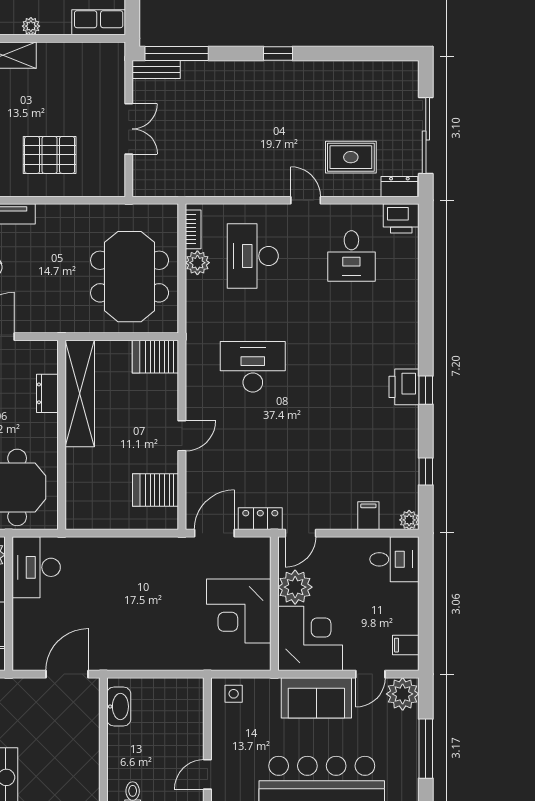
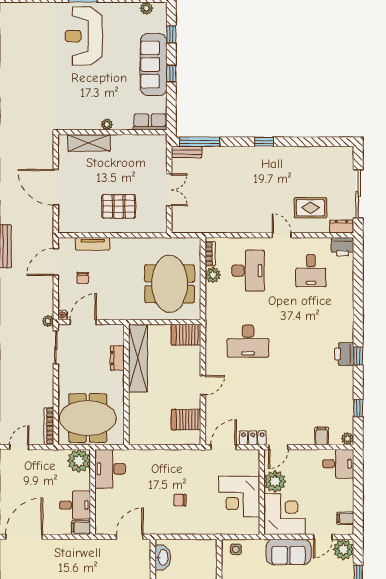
desk: (253, 256) -> (248, 271), turned 180
desk: (253, 367) -> (248, 341), turned 180
chair: (146, 616) -> (180, 500), added

